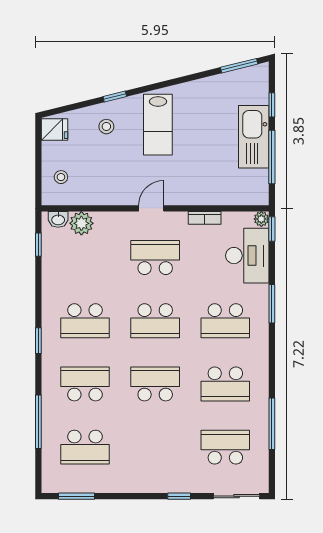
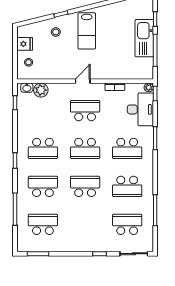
fridge: (54, 129) -> (25, 44), moved
school desk: (85, 447) -> (43, 224), turned 180

